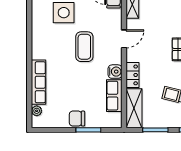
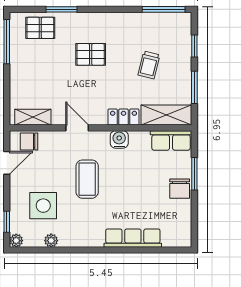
coffee table: (84, 47) -> (87, 179), turned 90
row of seats: (114, 96) -> (171, 140), moved
plant: (37, 111) -> (51, 241), moved

